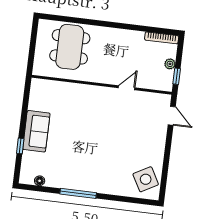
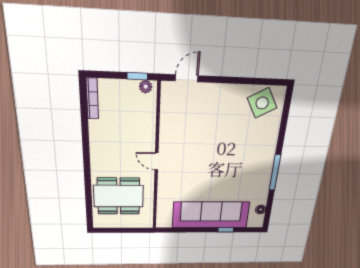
plant: (170, 64) -> (146, 87), moved
door: (127, 88) -> (156, 161), moved
sofa: (36, 131) -> (211, 215), width x1.85, depth x1.27

